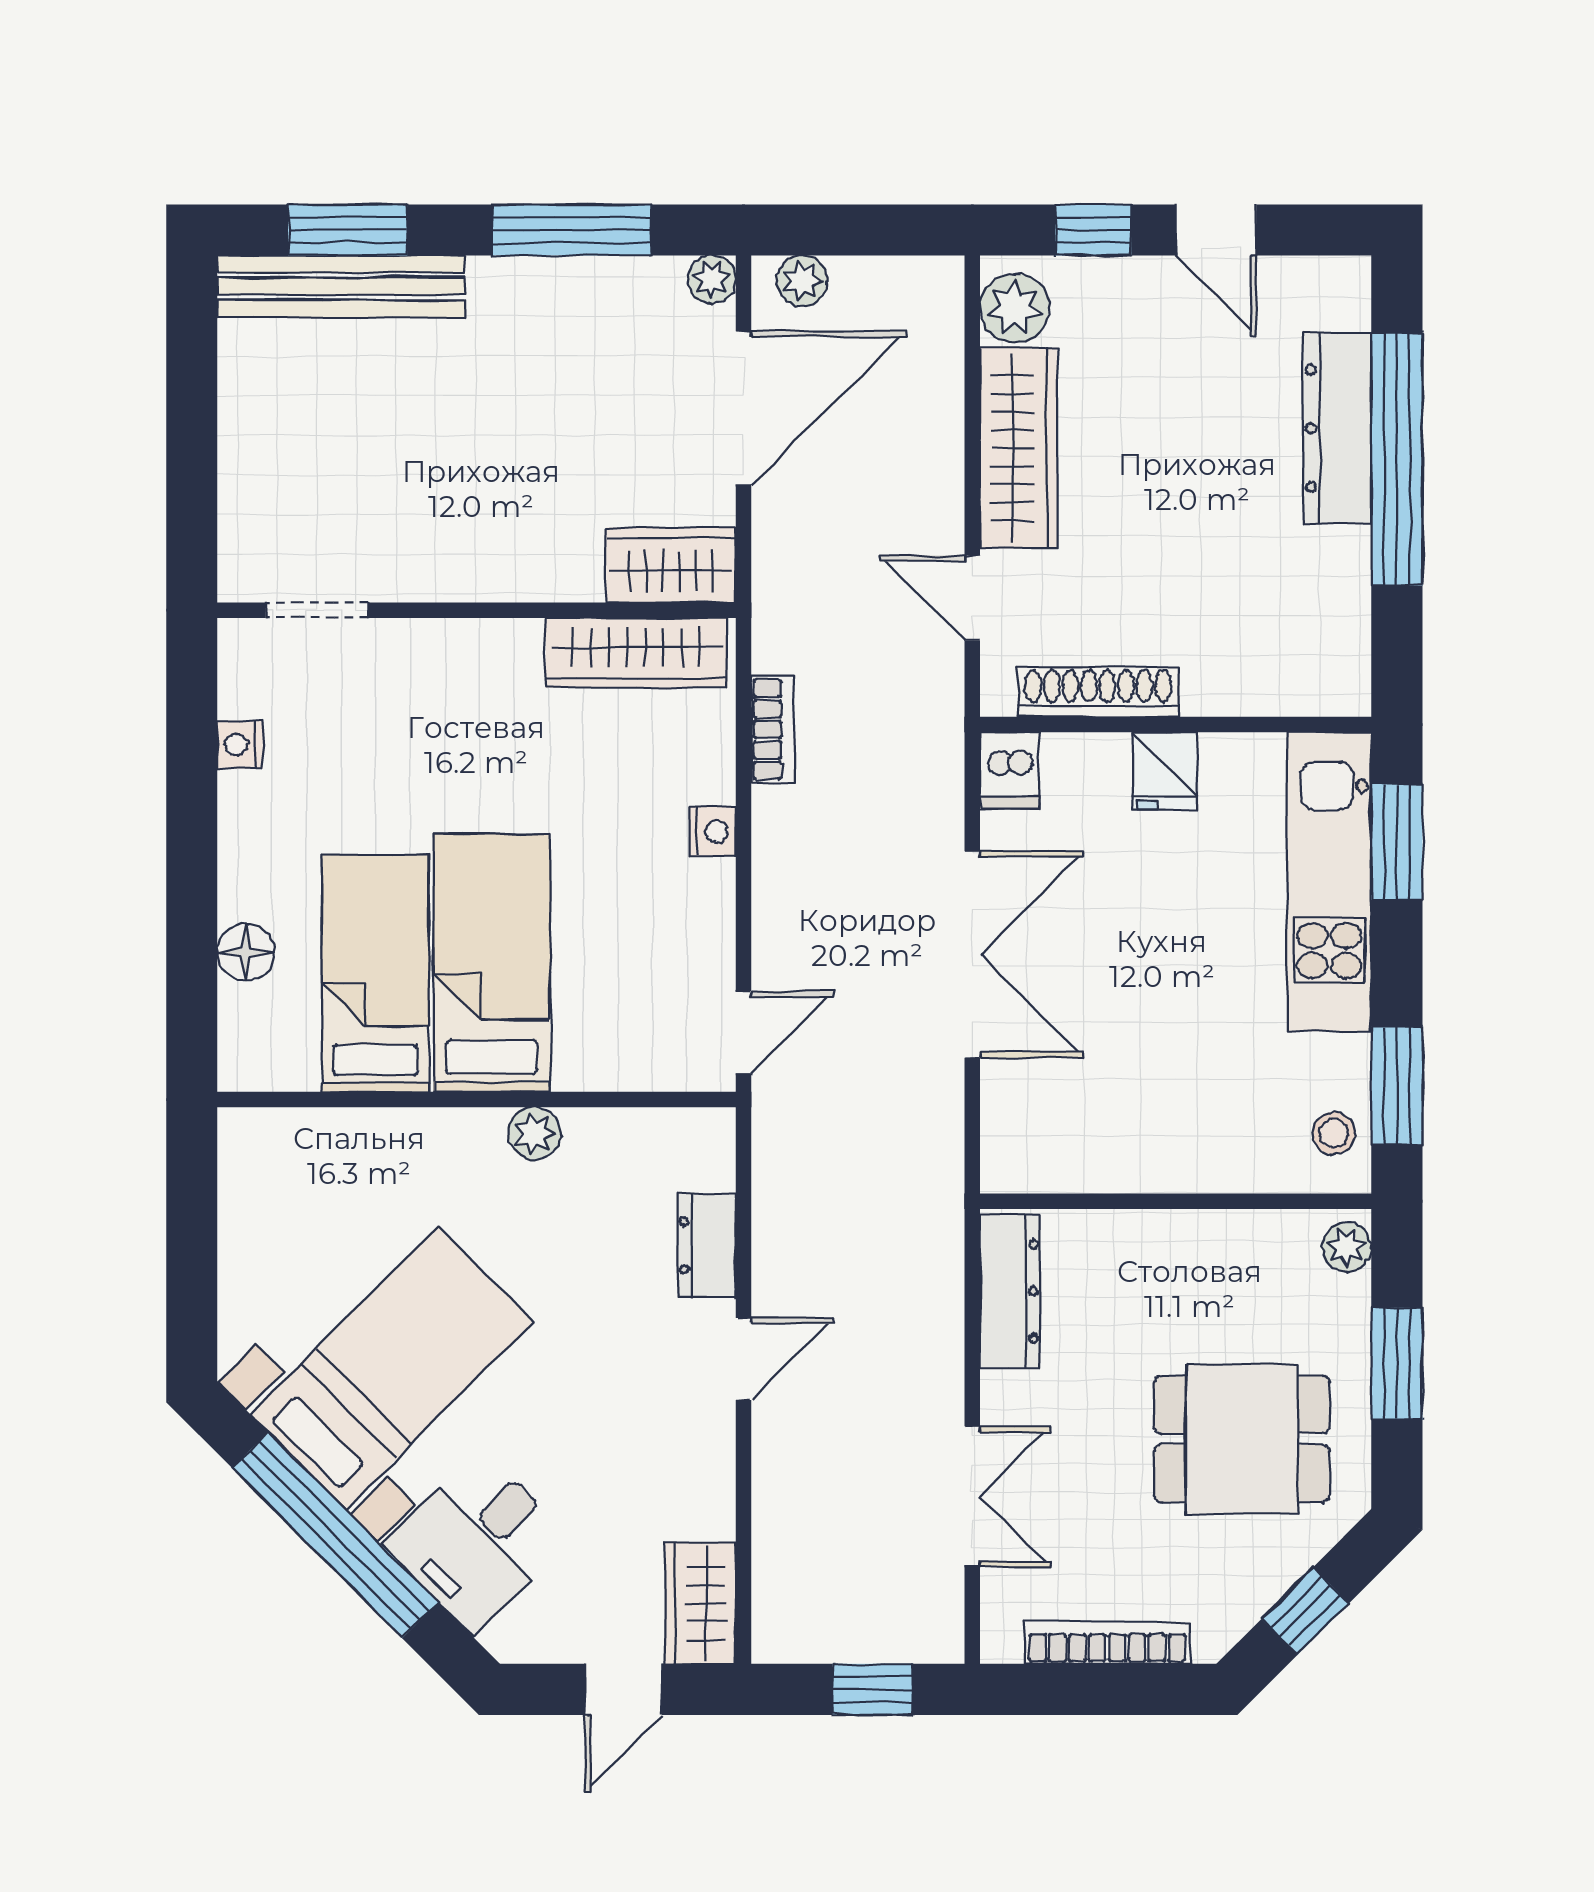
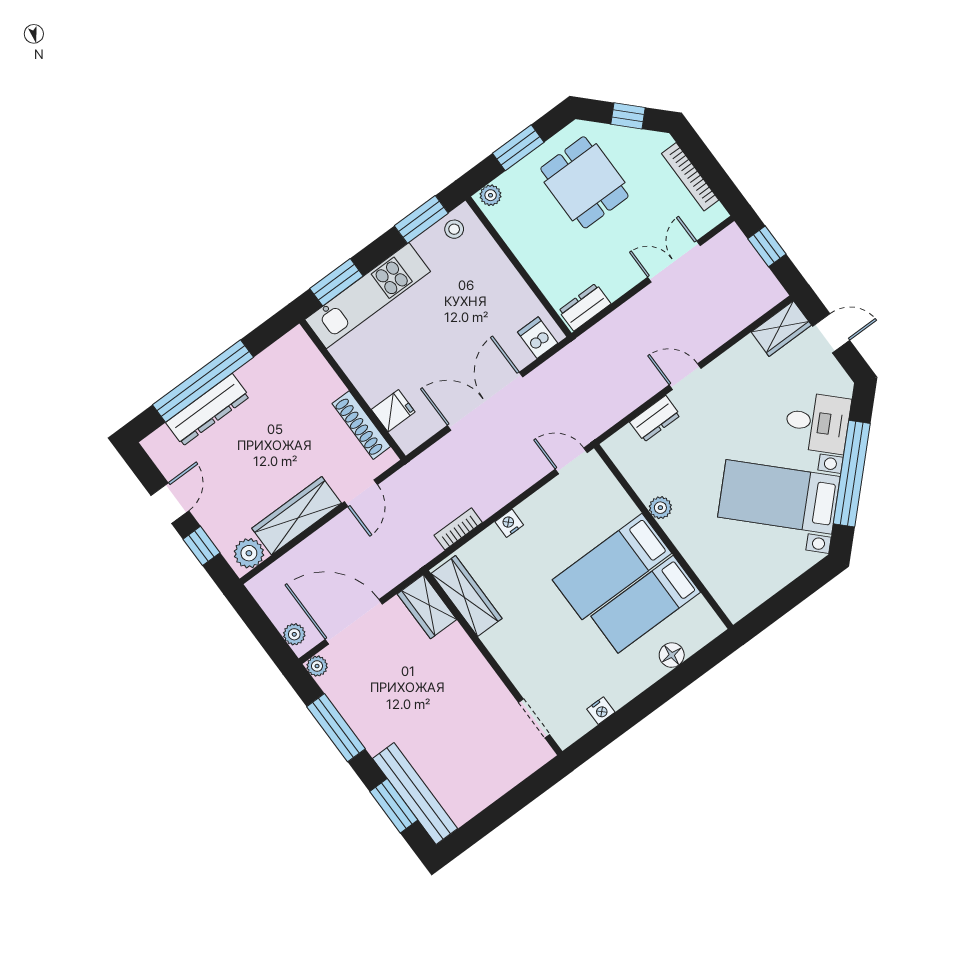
dishwasher: (1010, 770) -> (538, 338), moved, turned -90
fridge: (1165, 771) -> (393, 411), moved
dresser: (1010, 1291) -> (585, 307), width x0.70

